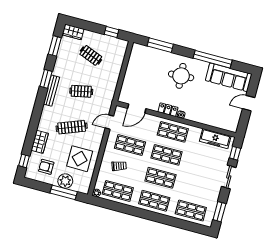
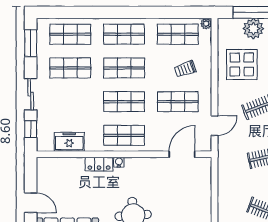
door: (249, 103) -> (31, 203), hinge flipped
locker: (168, 110) -> (99, 164), moved
freezer: (215, 139) -> (69, 142), width x0.71
shop shelf: (197, 188) -> (70, 68), added

